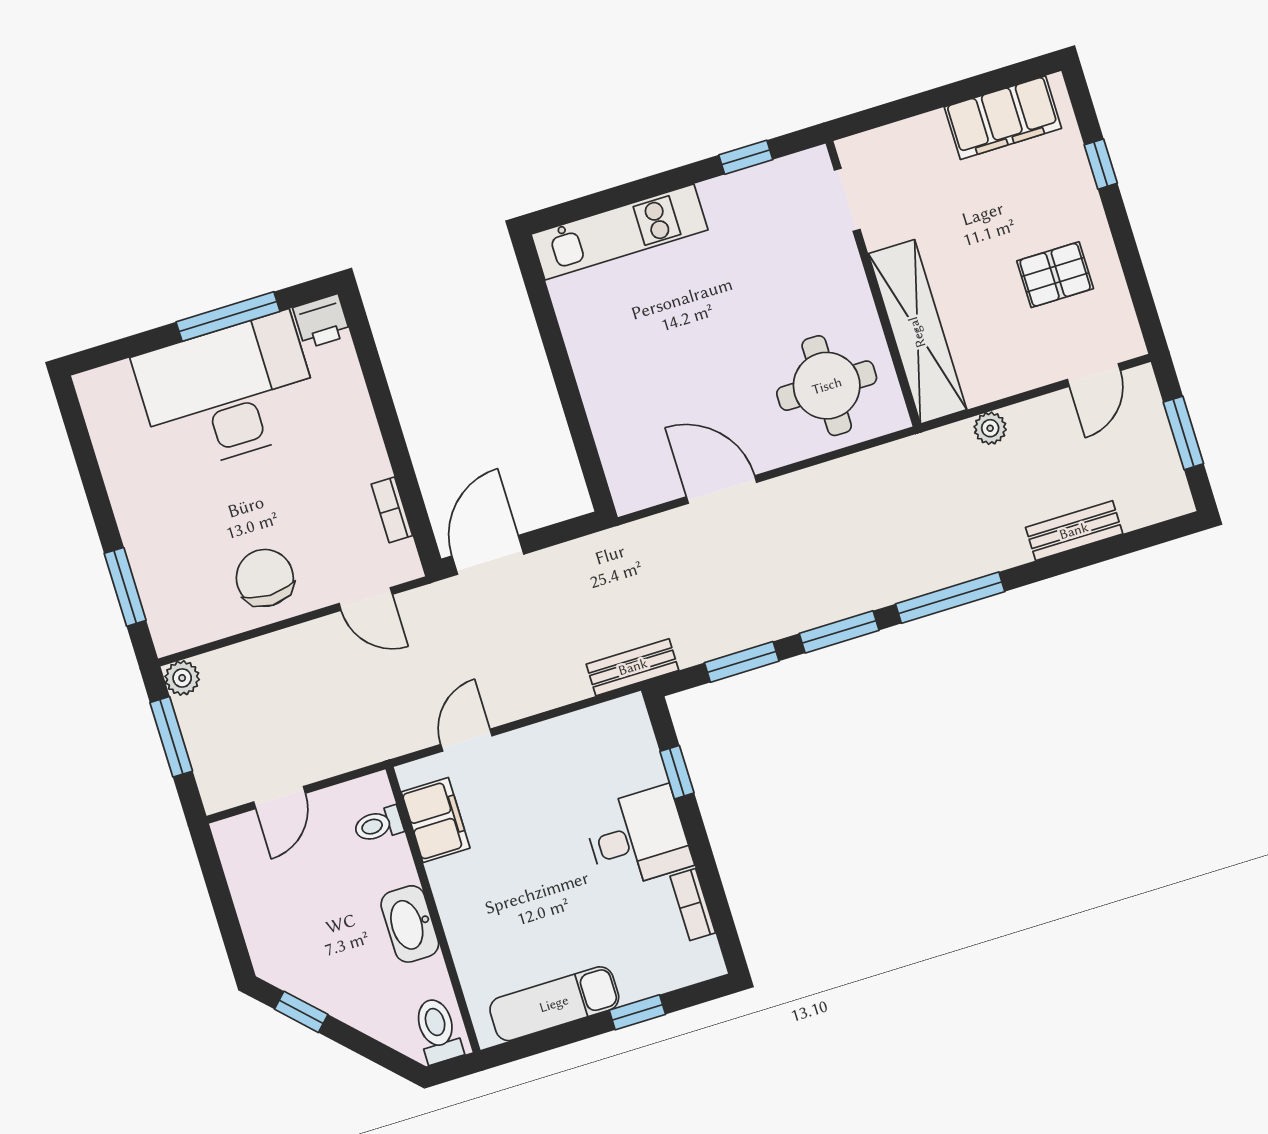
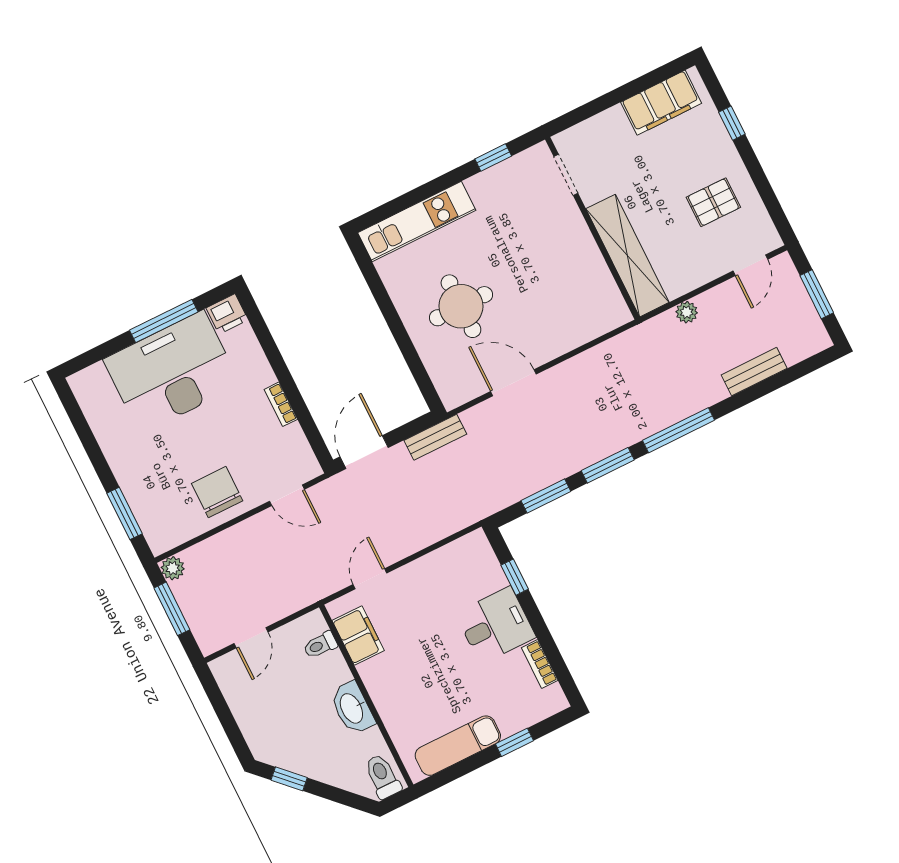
round table: (827, 386) -> (461, 306), moved
bookcase: (392, 510) -> (281, 404), moved
bench: (633, 667) -> (435, 437), moved

